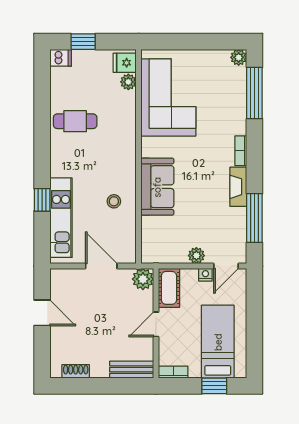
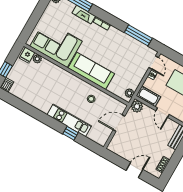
cafe table: (75, 121) -> (42, 95), removed
sofa: (157, 187) -> (91, 71), width x1.36
fireplace: (238, 187) -> (84, 15), moved
kitchen unit: (61, 218) -> (69, 120), moved
plant: (196, 256) -> (129, 93), moved
door: (42, 313) -> (134, 170), moved

